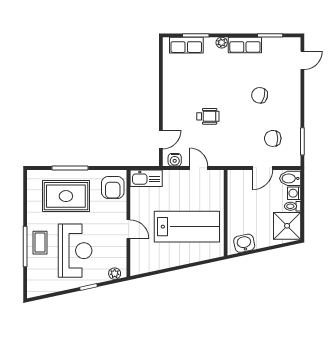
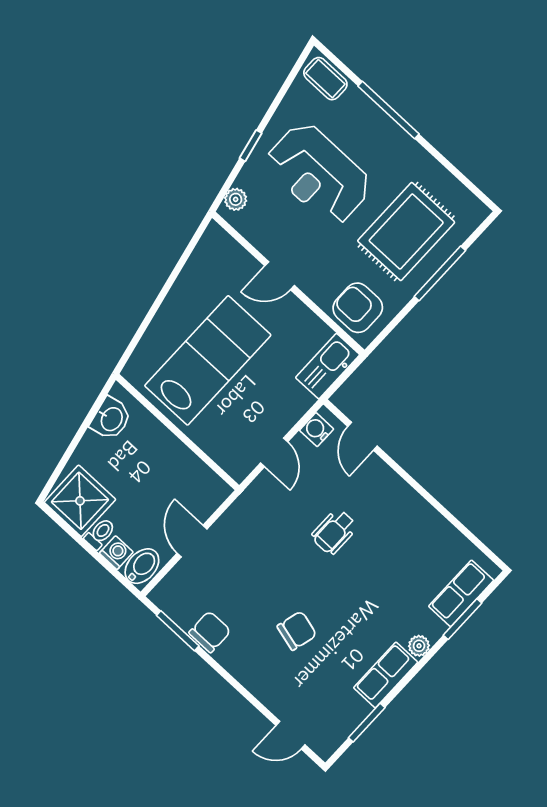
door: (302, 60) -> (291, 735), hinge flipped
chair: (273, 138) -> (210, 632), moved
door: (199, 168) -> (274, 452), hinge flipped
lab bench: (187, 227) -> (208, 360), turned 180
coffee table: (40, 243) -> (325, 79), moved

